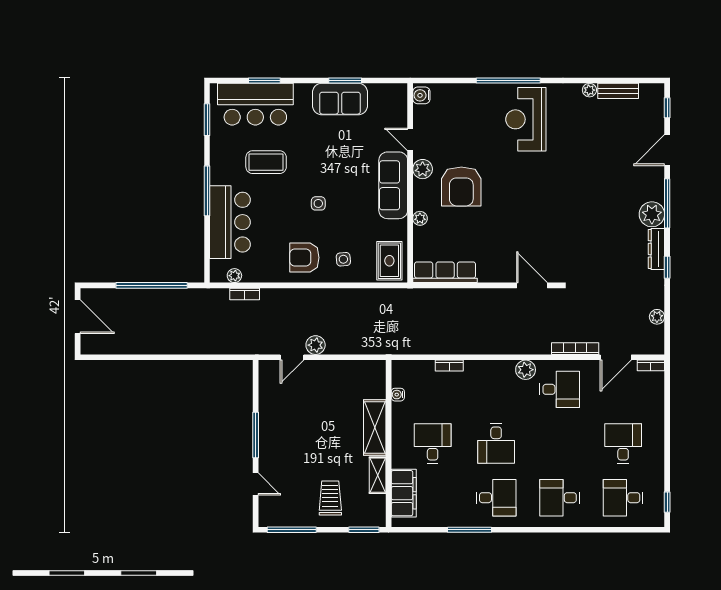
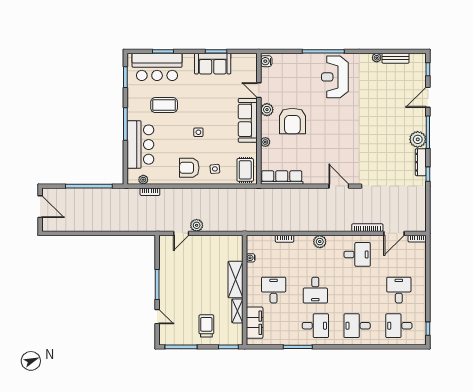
plant: (657, 317) -> (421, 207), removed
plant: (526, 370) -> (320, 242), moved

